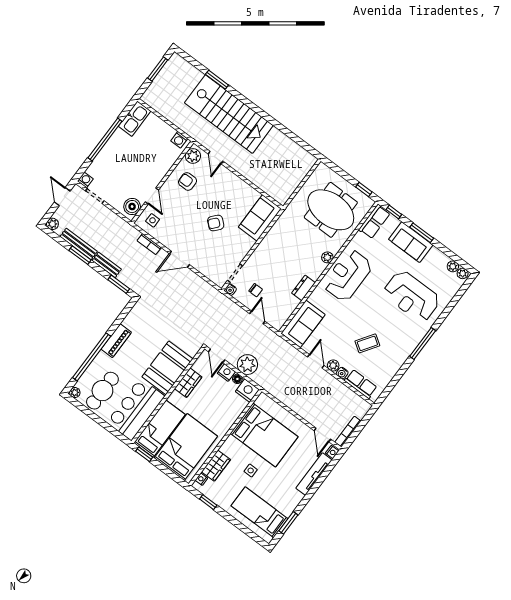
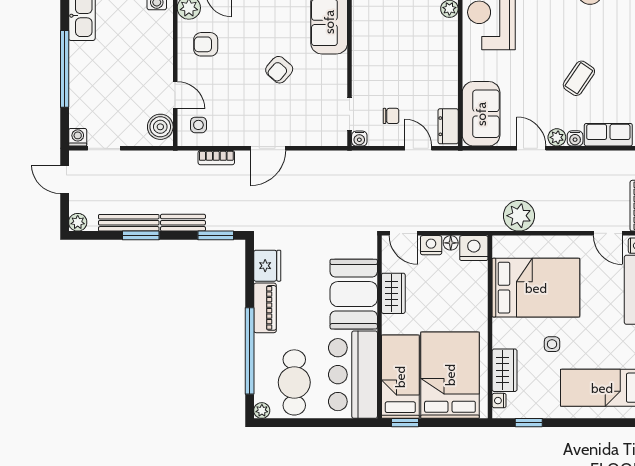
dresser: (303, 288) -> (448, 126), moved
fridge: (134, 320) -> (267, 266), added
plant: (247, 365) -> (519, 216), moved

